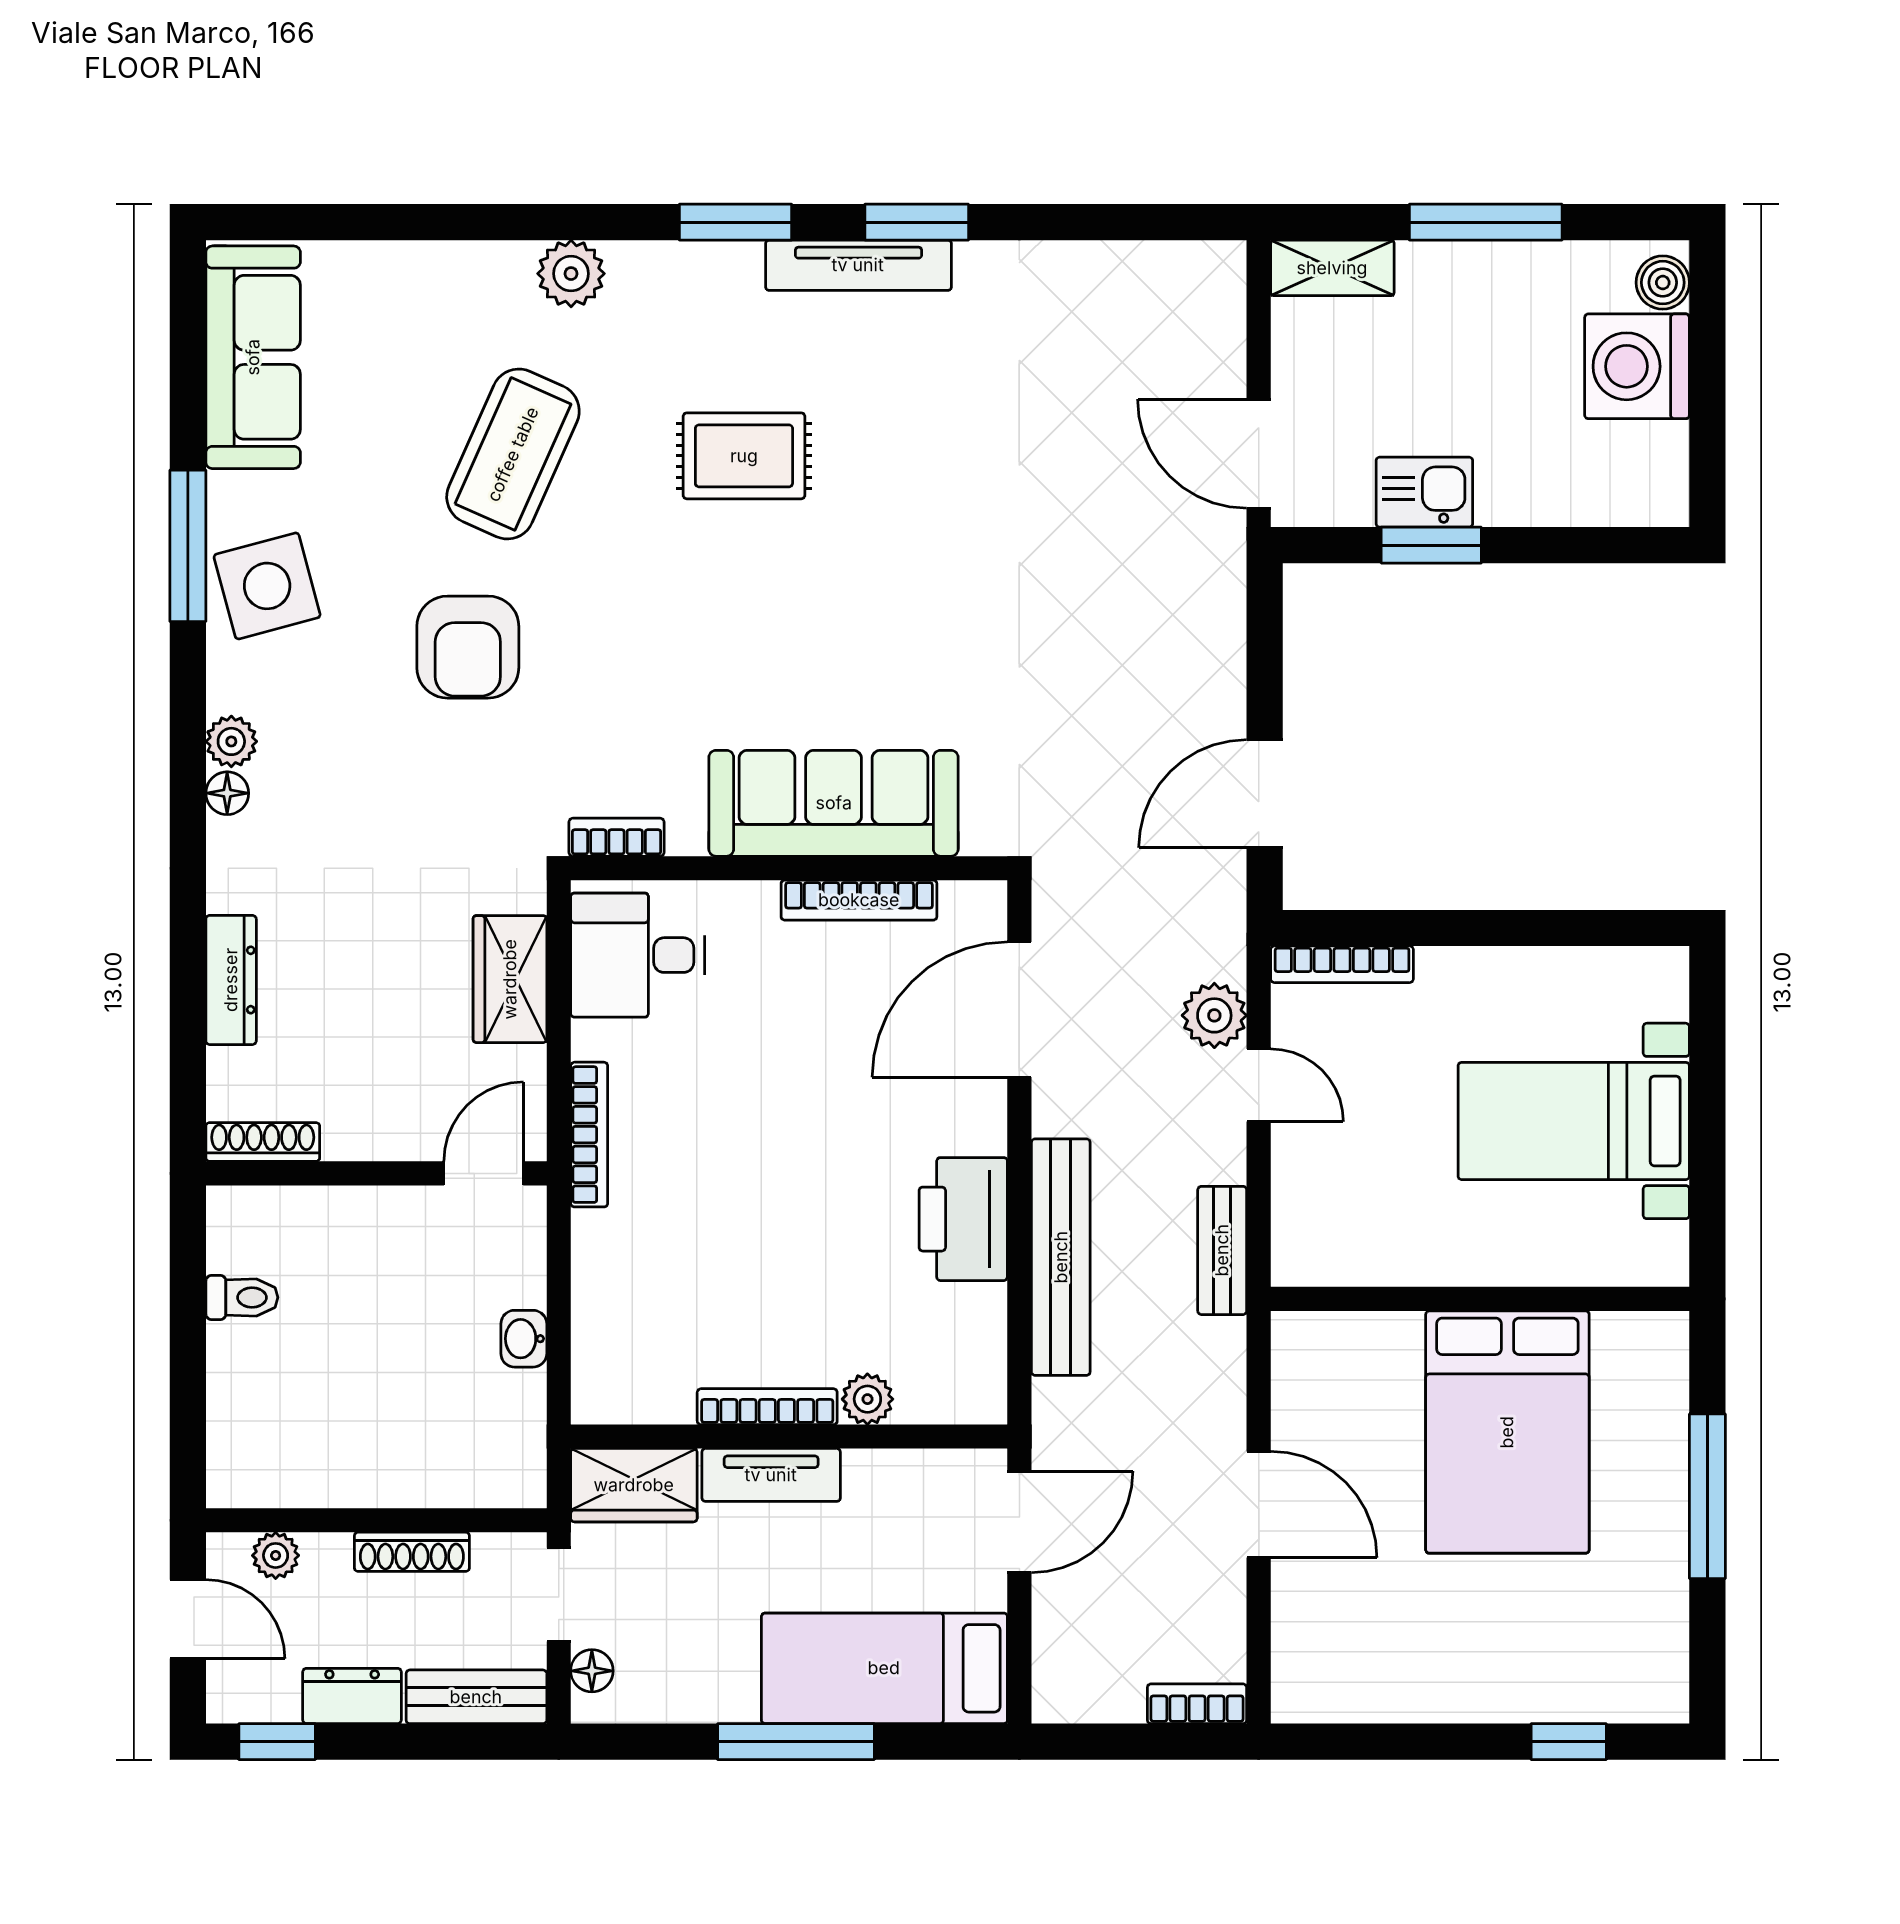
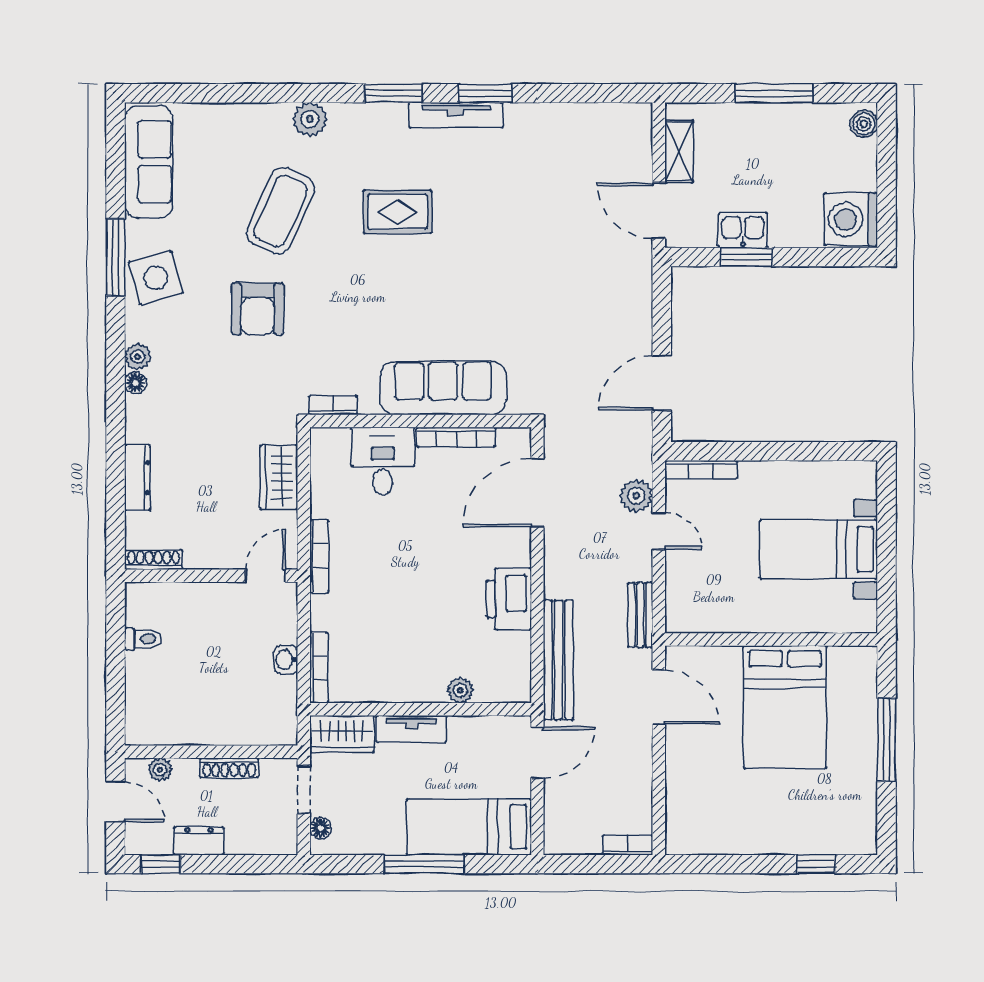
shelving: (1332, 268) -> (679, 151), moved, turned 90
washing machine: (1637, 366) -> (851, 219), moved
desk: (638, 955) -> (383, 461), moved, turned 90
bench: (1061, 1257) -> (558, 660), moved
bookcase: (767, 1407) -> (319, 668), moved, turned 90
door: (1259, 1504) -> (659, 697), moved
bench: (476, 1697) -> (262, 841), removed

